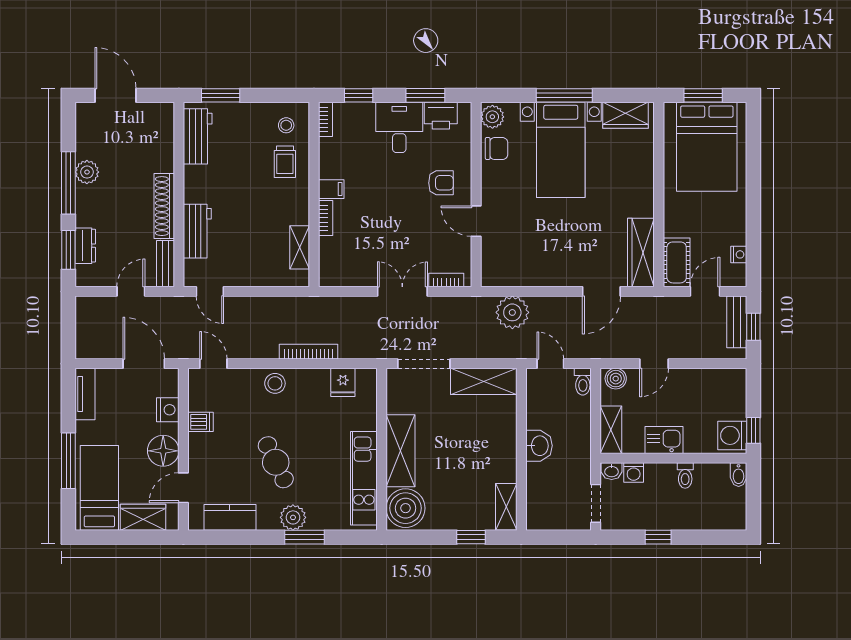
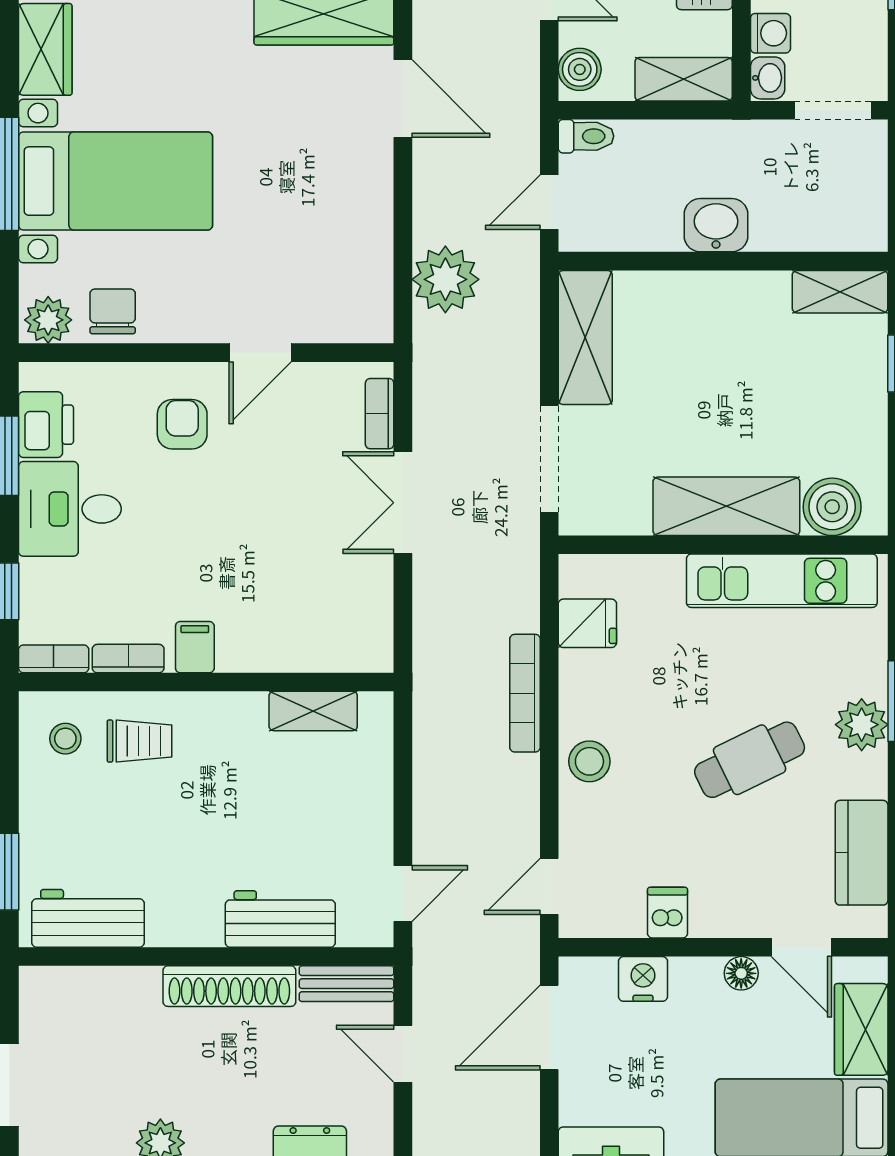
bookcase: (326, 218) -> (128, 659), moved
floor lamp: (163, 451) -> (741, 973), width x0.53, depth x0.53
boiler: (406, 508) -> (832, 507), width x0.73, depth x0.73

